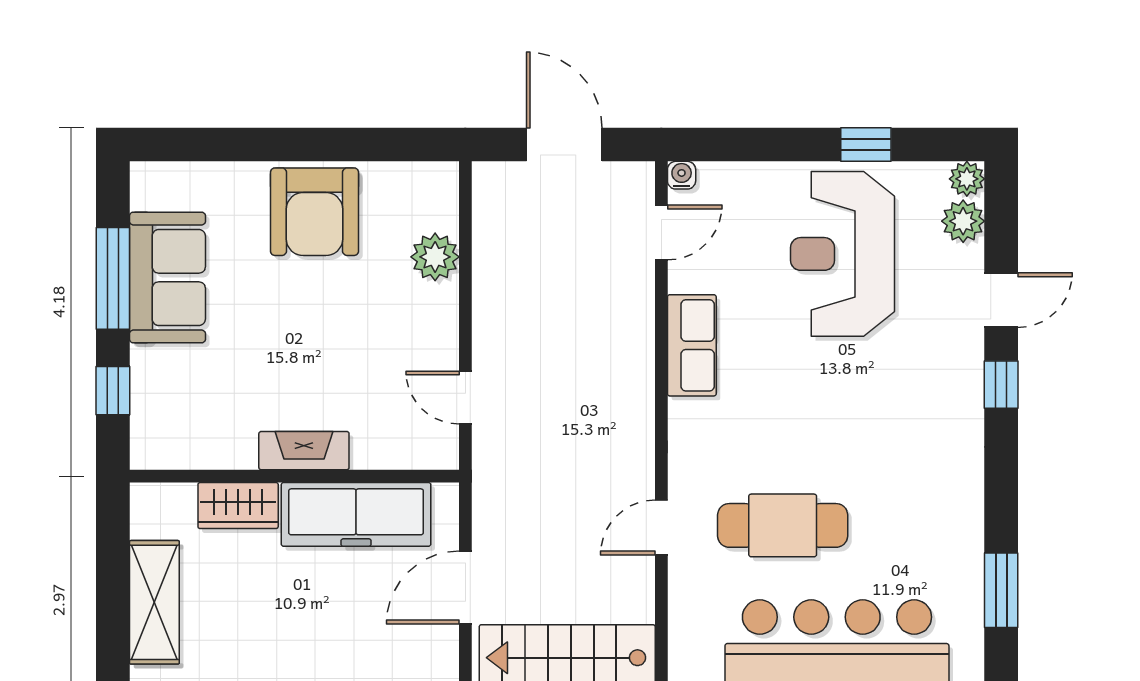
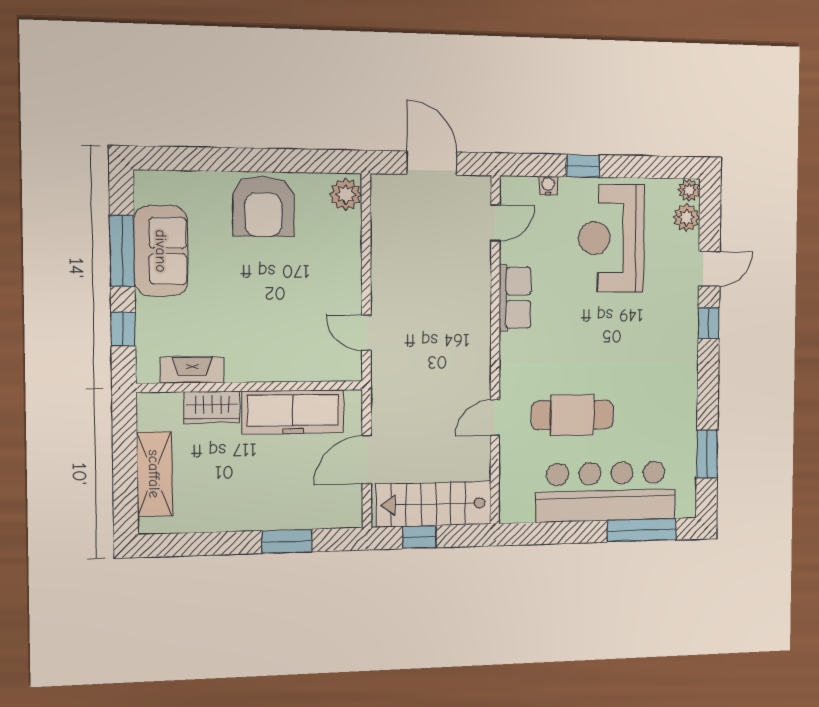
window: (866, 145) -> (583, 166), moved
water cooler: (682, 175) -> (548, 186), moved
plant: (435, 257) -> (346, 194), moved
fireplace: (304, 451) -> (192, 370), moved

